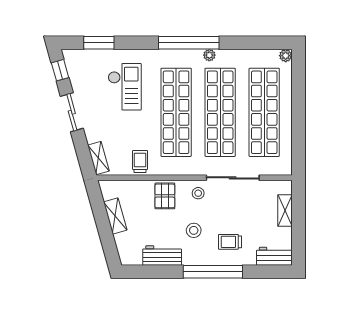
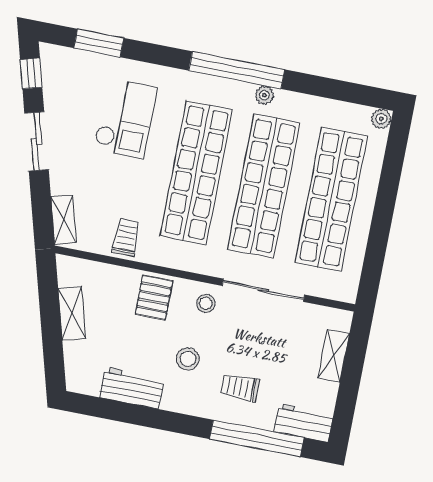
window: (213, 272) -> (257, 438), moved

